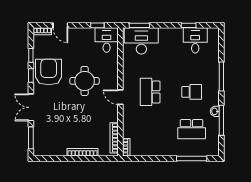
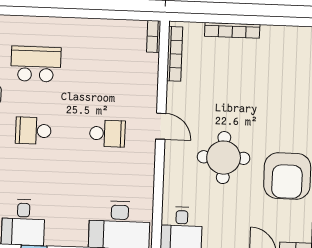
school desk: (150, 92) -> (107, 133), width x0.54
window: (192, 158) -> (38, 12), removed

